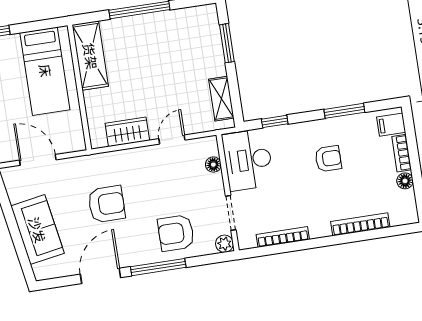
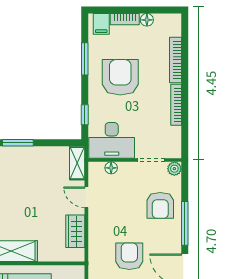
shelving: (221, 99) -> (77, 163), moved, turned 90
armchair: (328, 159) -> (120, 77), width x1.88, depth x1.88
bookcase: (283, 237) -> (176, 105), moved

